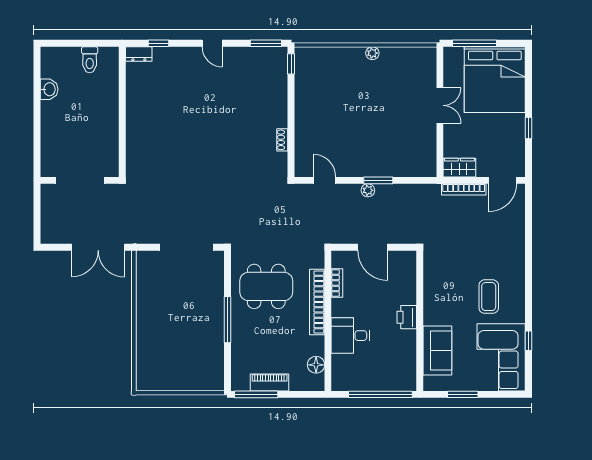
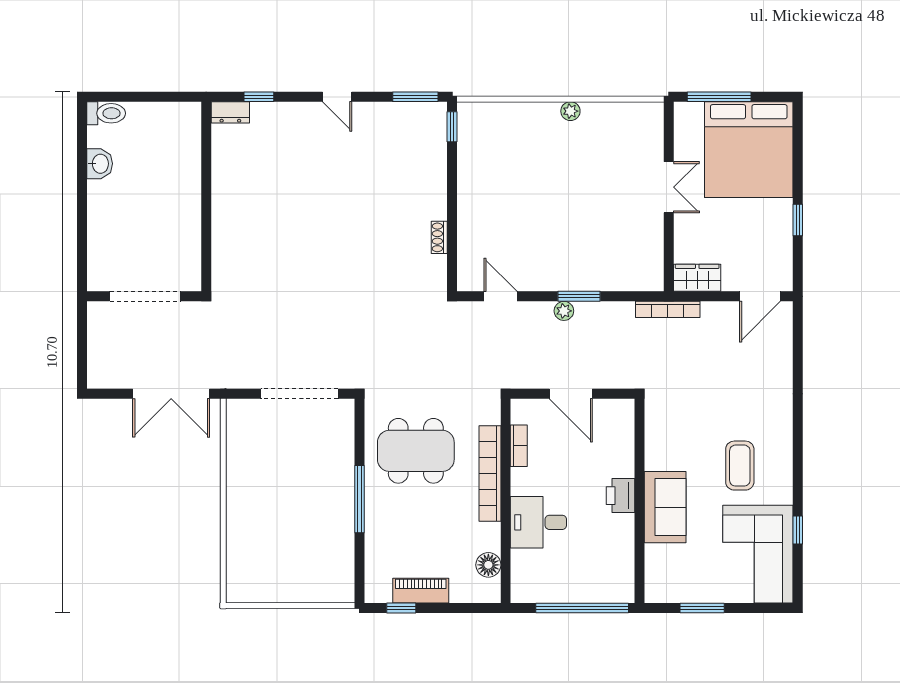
toilet: (90, 60) -> (106, 113), moved, turned -90
bookcase: (464, 189) -> (668, 309), moved
sofa: (437, 350) -> (665, 507), moved
window: (256, 394) -> (401, 608), width x0.46

